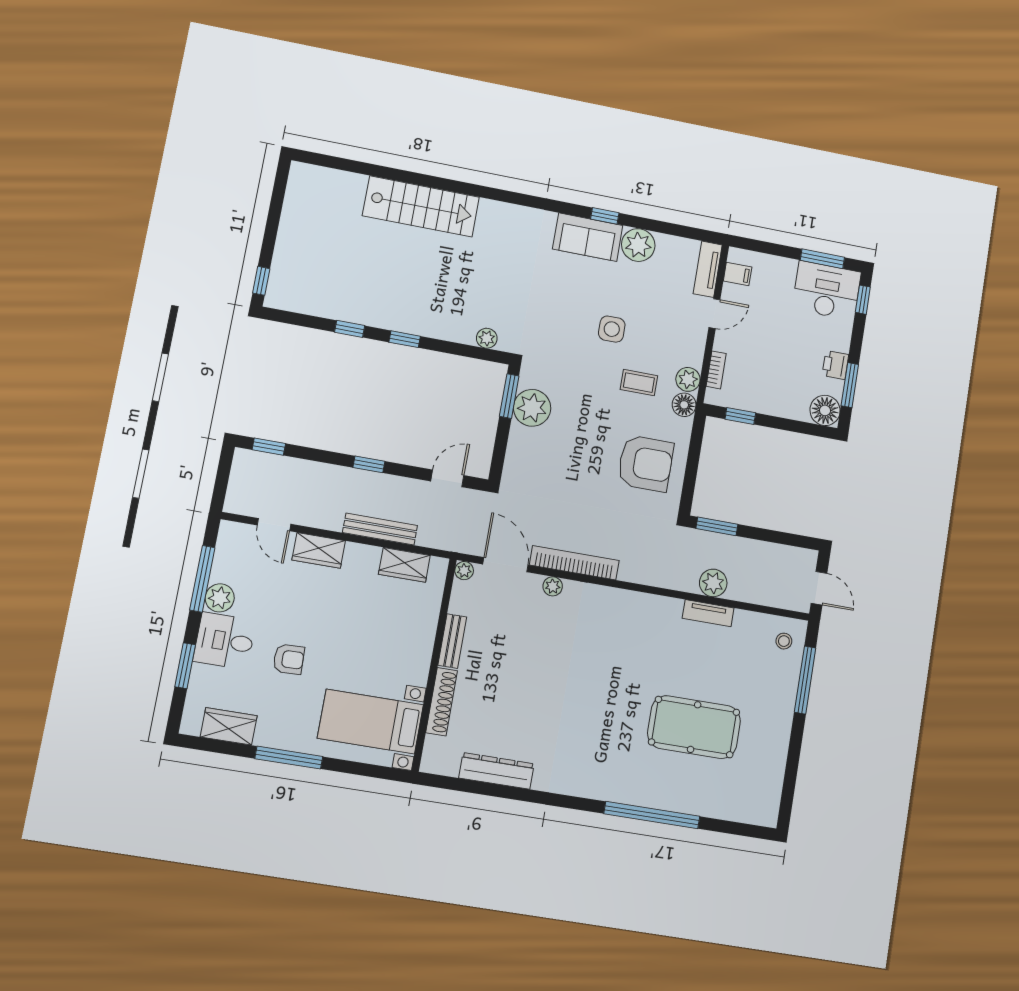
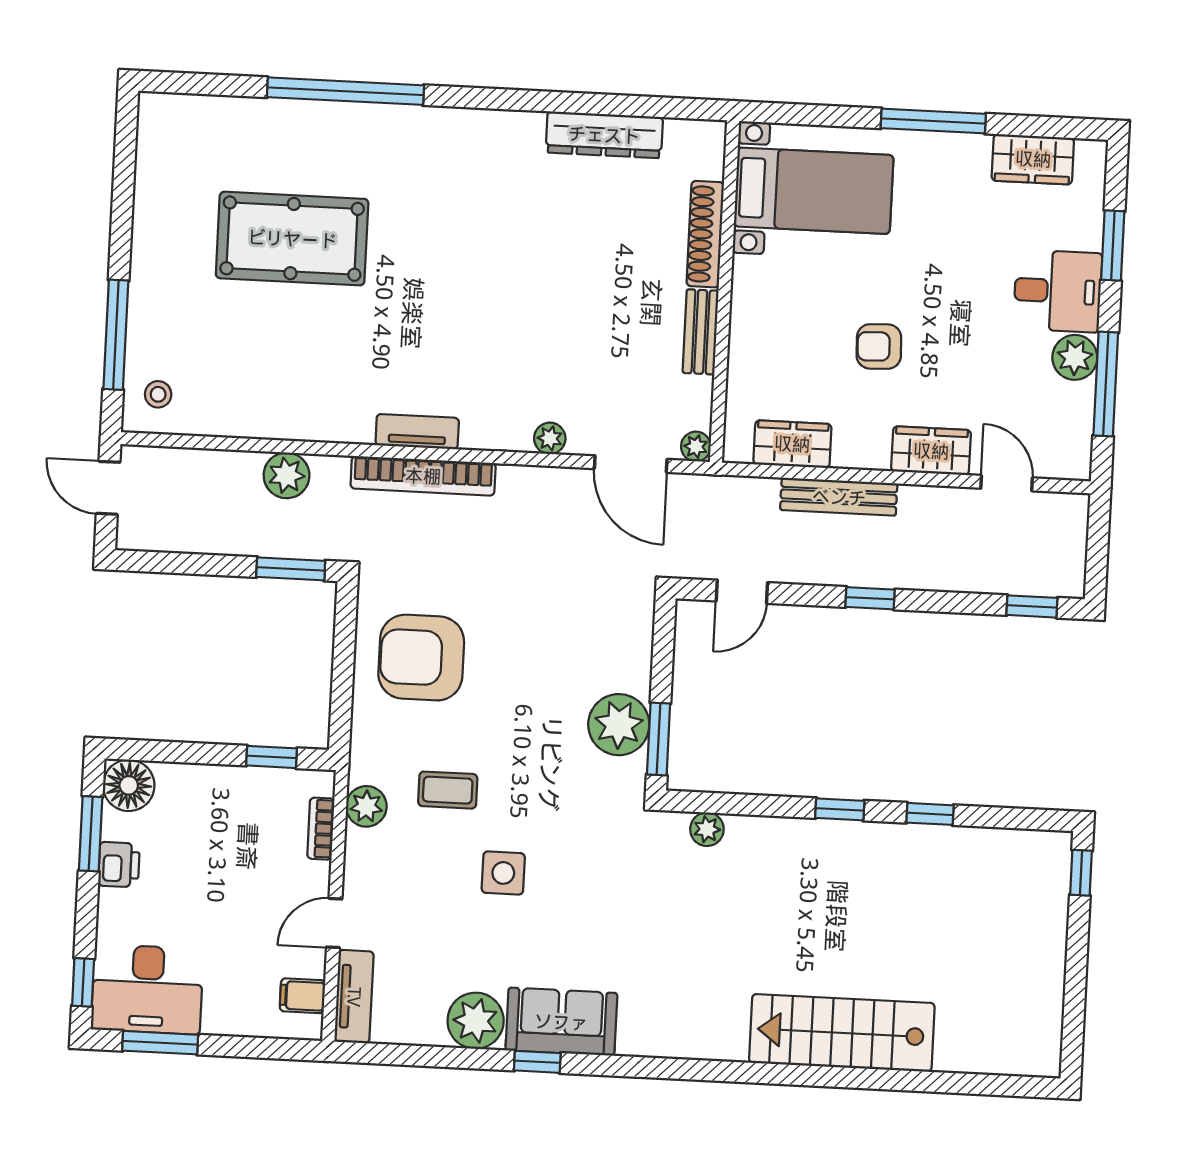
floor lamp: (684, 405) -> (368, 763), removed
bookcase: (574, 563) -> (423, 476), moved
tv unit: (708, 613) -> (417, 432), moved
armchair: (289, 659) -> (879, 346), moved

